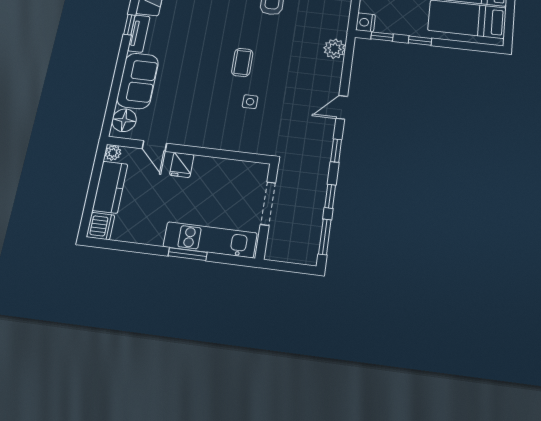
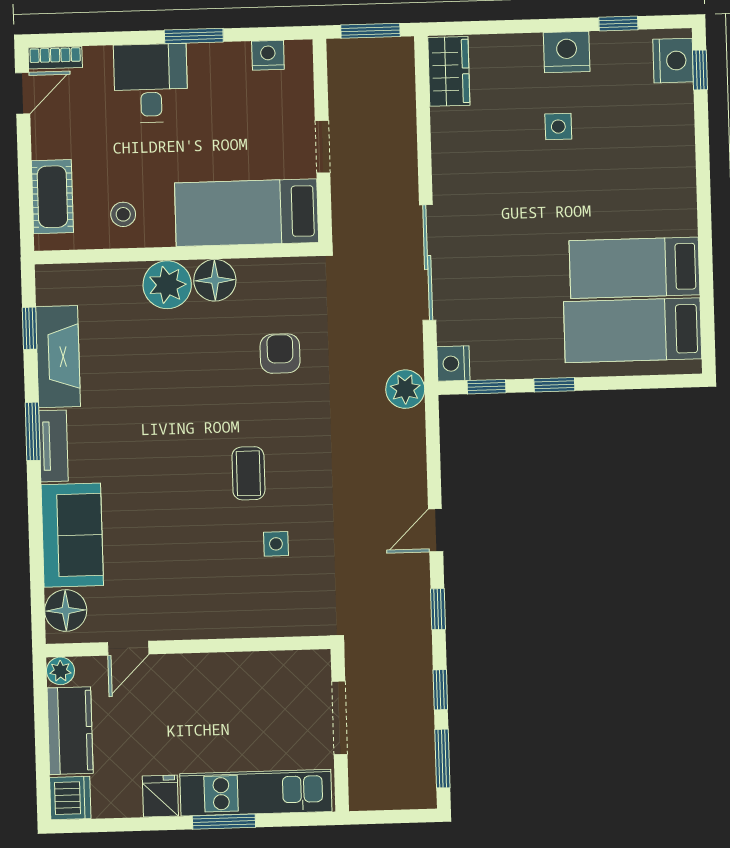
window: (129, 25) -> (33, 431), width x1.50
plant: (335, 49) -> (405, 389), moved
door: (154, 146) -> (128, 648), hinge flipped
fridge: (182, 165) -> (160, 796), moved, turned 180

